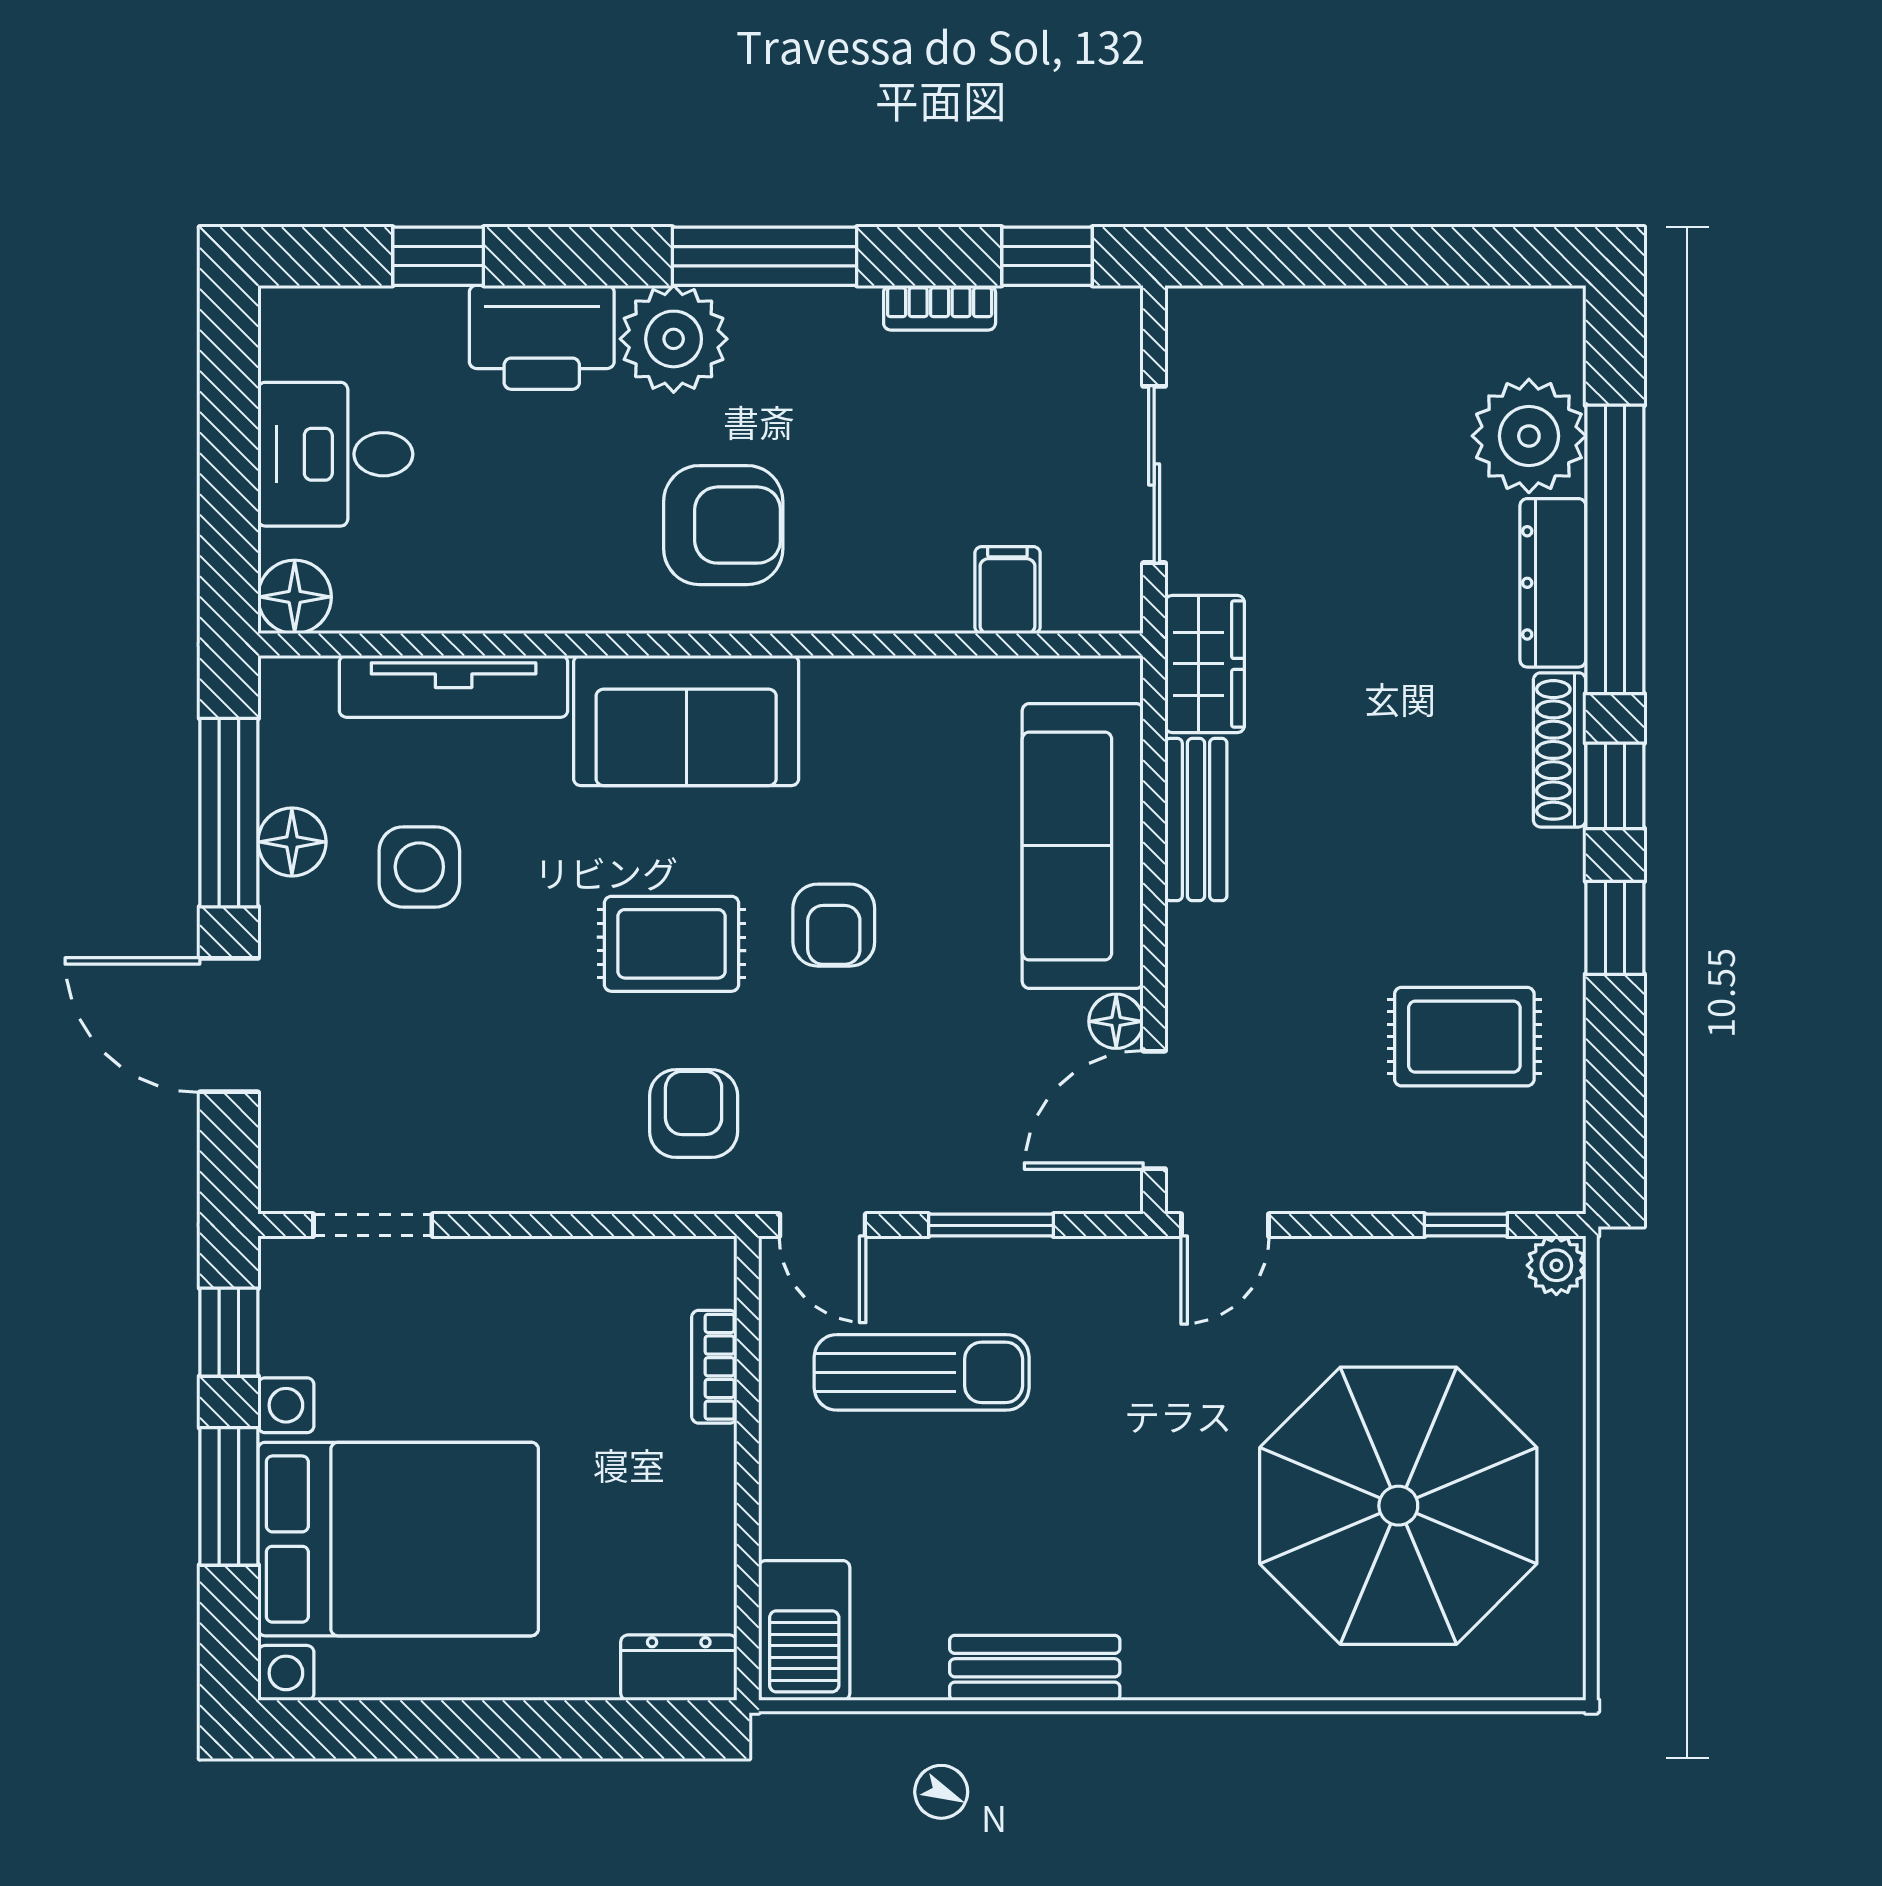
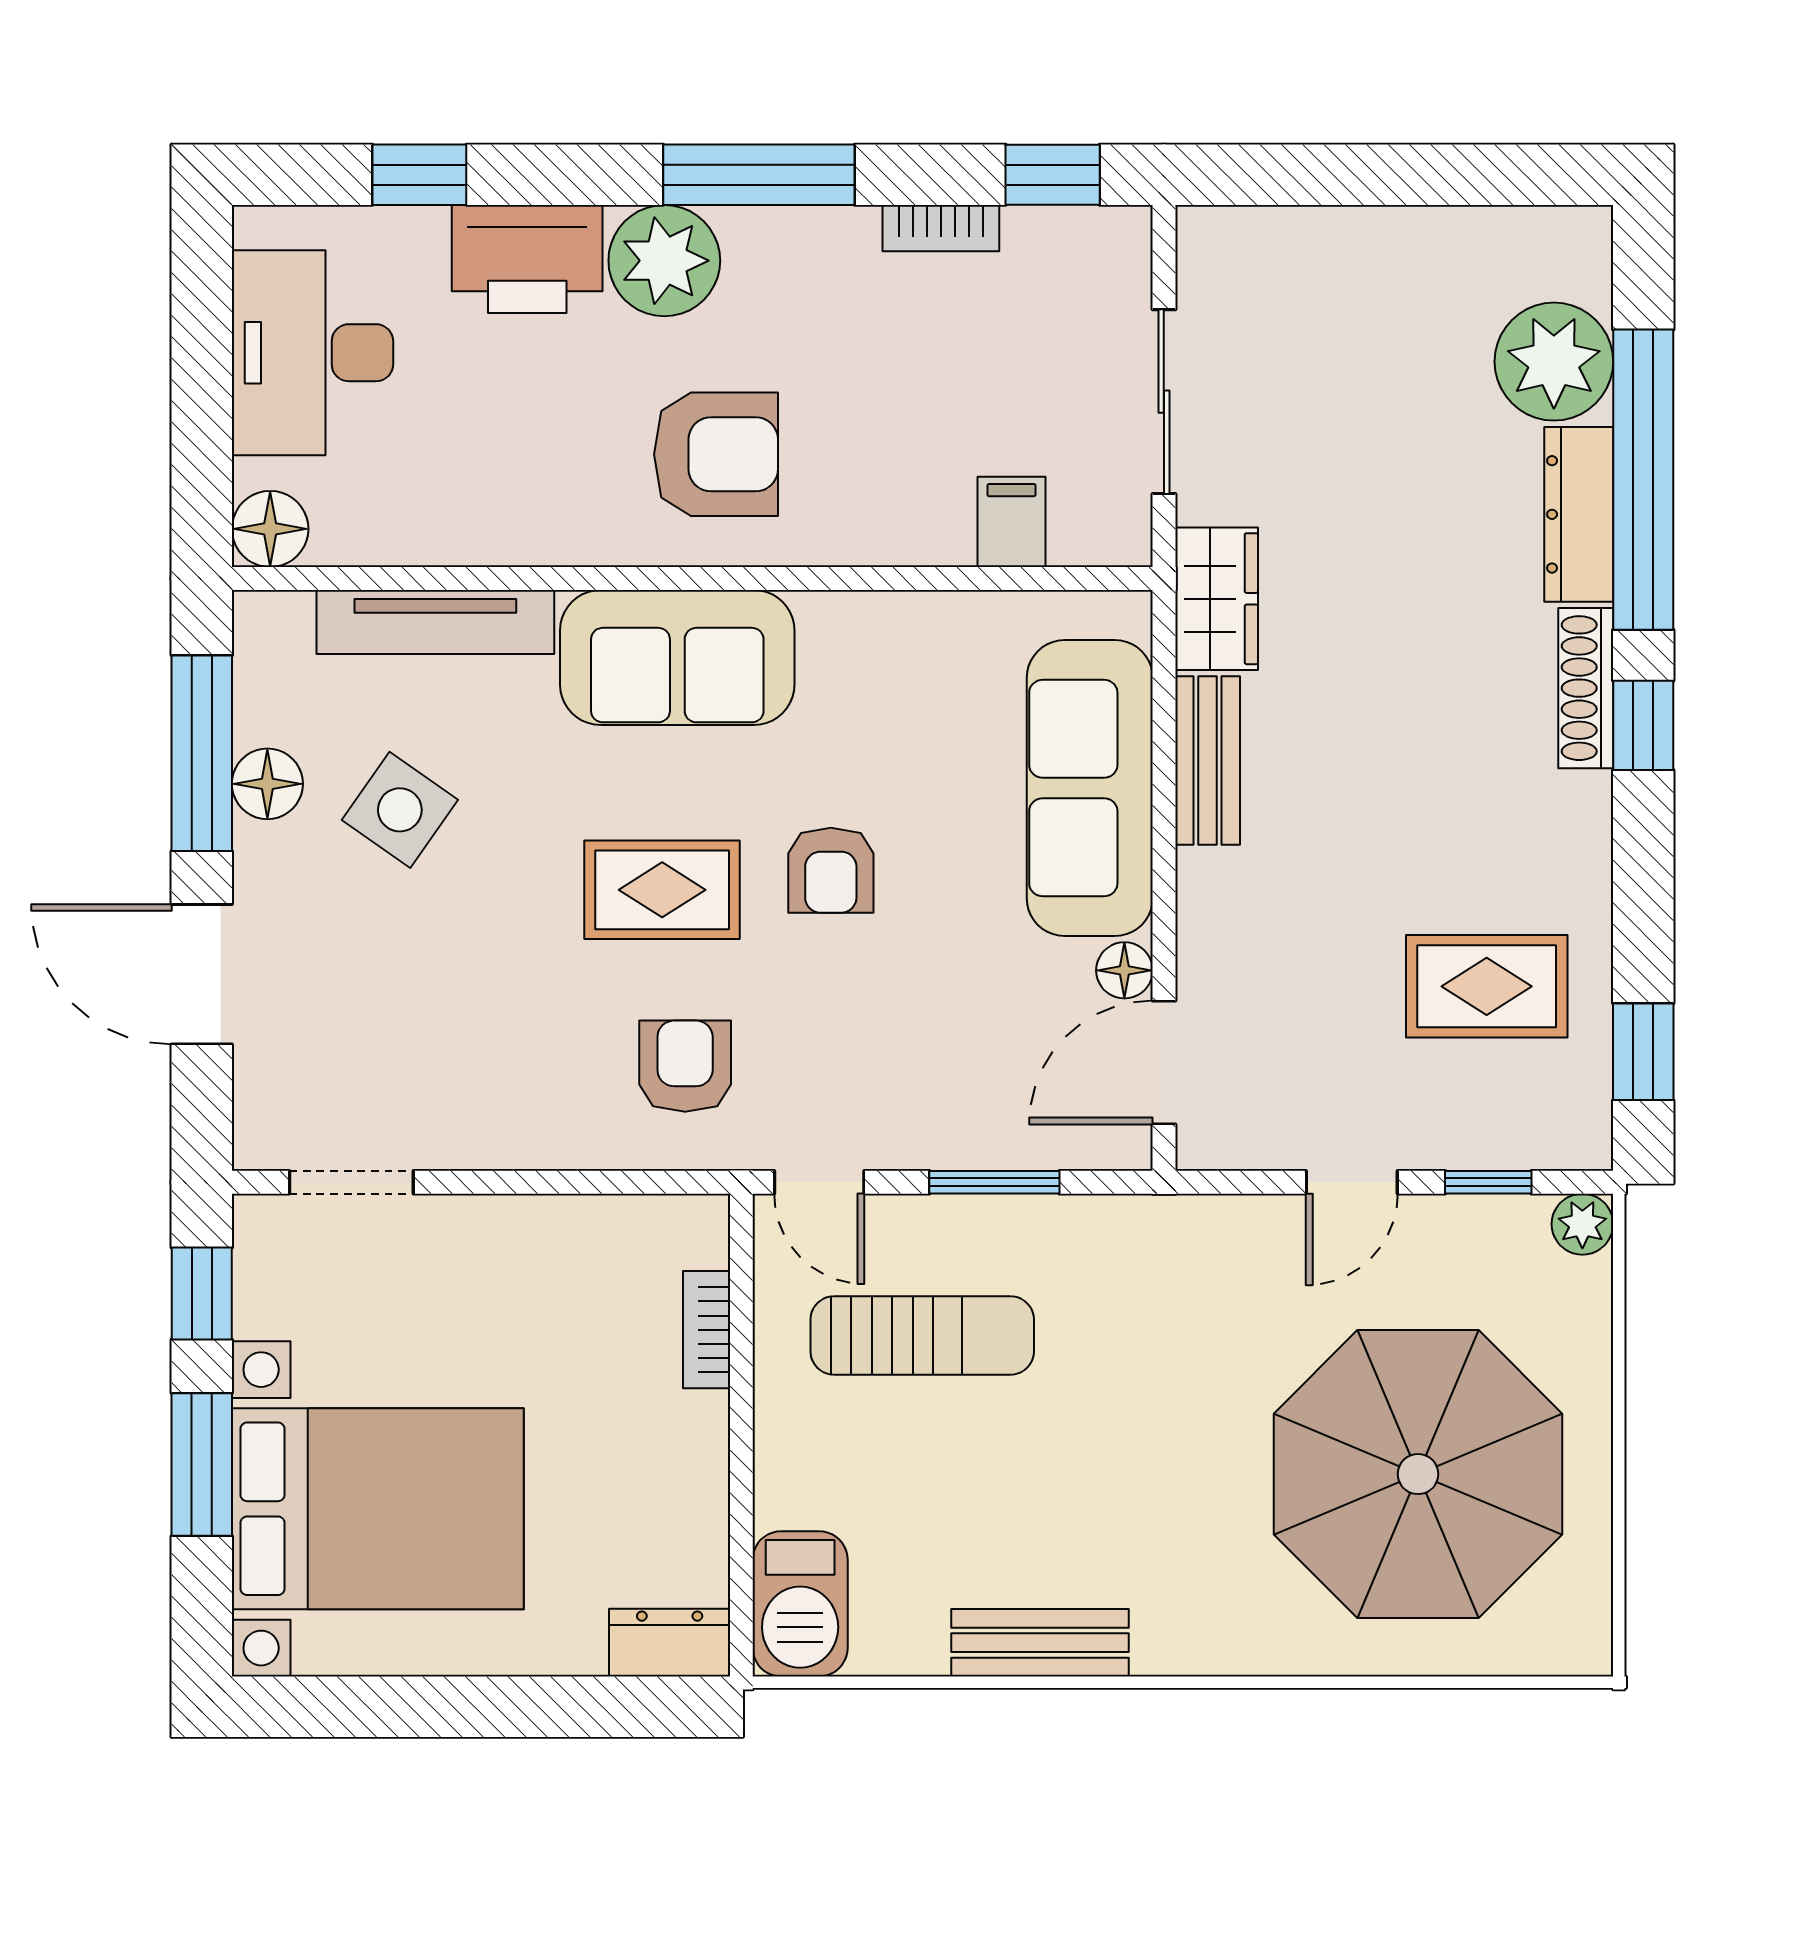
desk: (335, 454) -> (313, 353), width x1.37
side table: (419, 867) -> (400, 810), turned 35
window: (1615, 928) -> (1643, 1052), moved
door: (1225, 1225) -> (1352, 1182), moved

